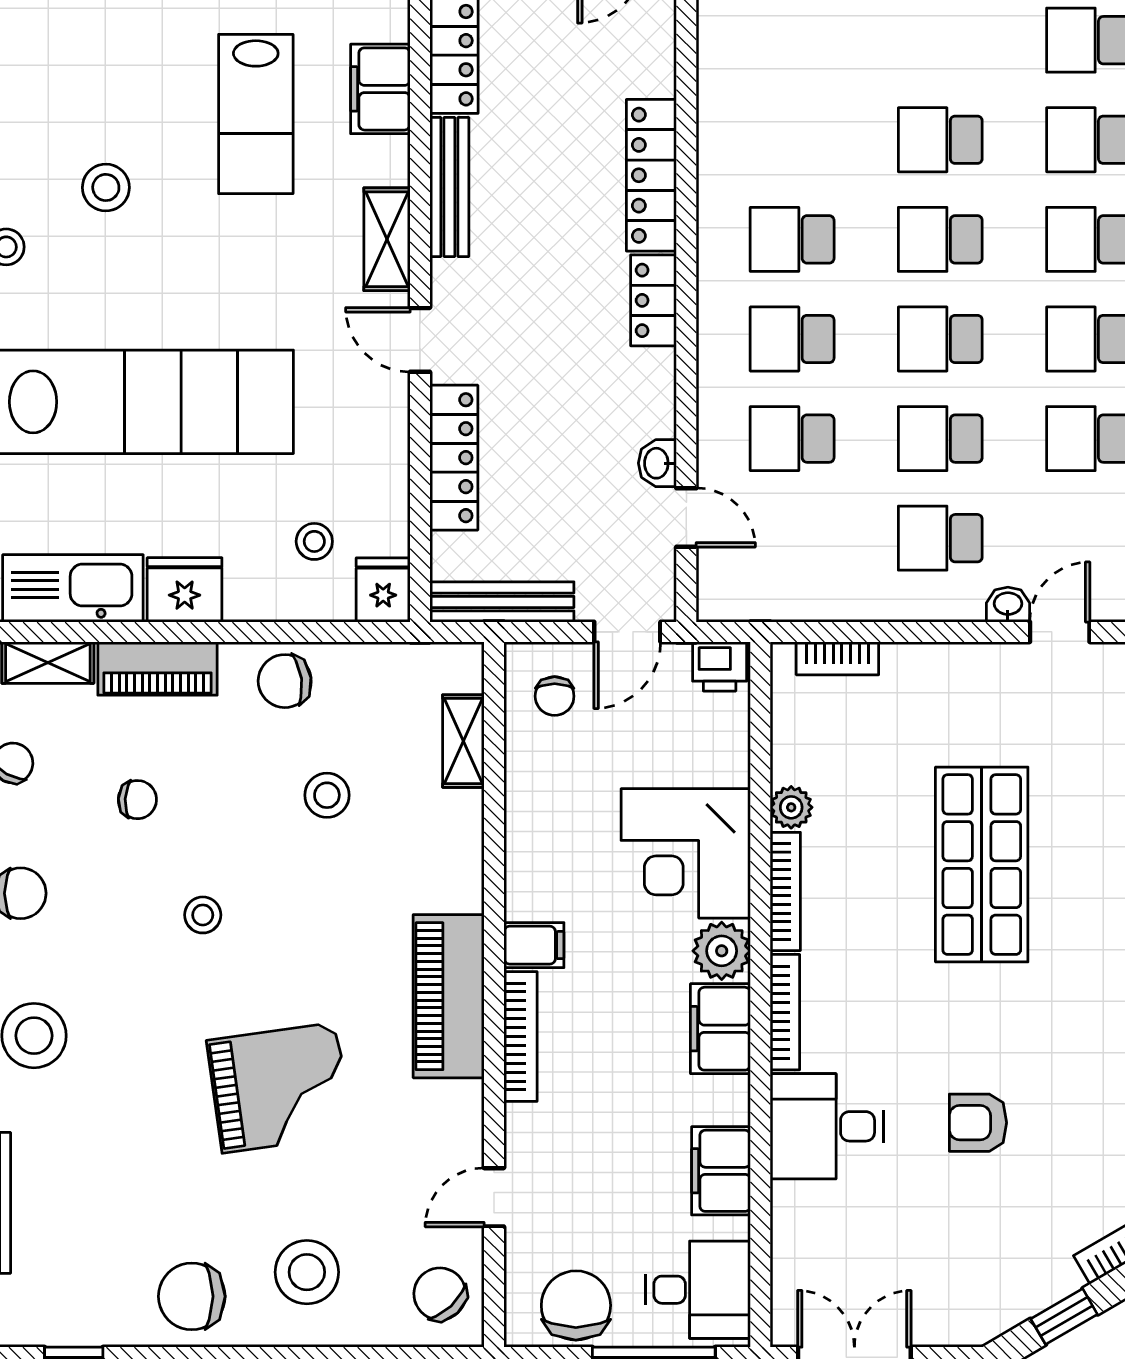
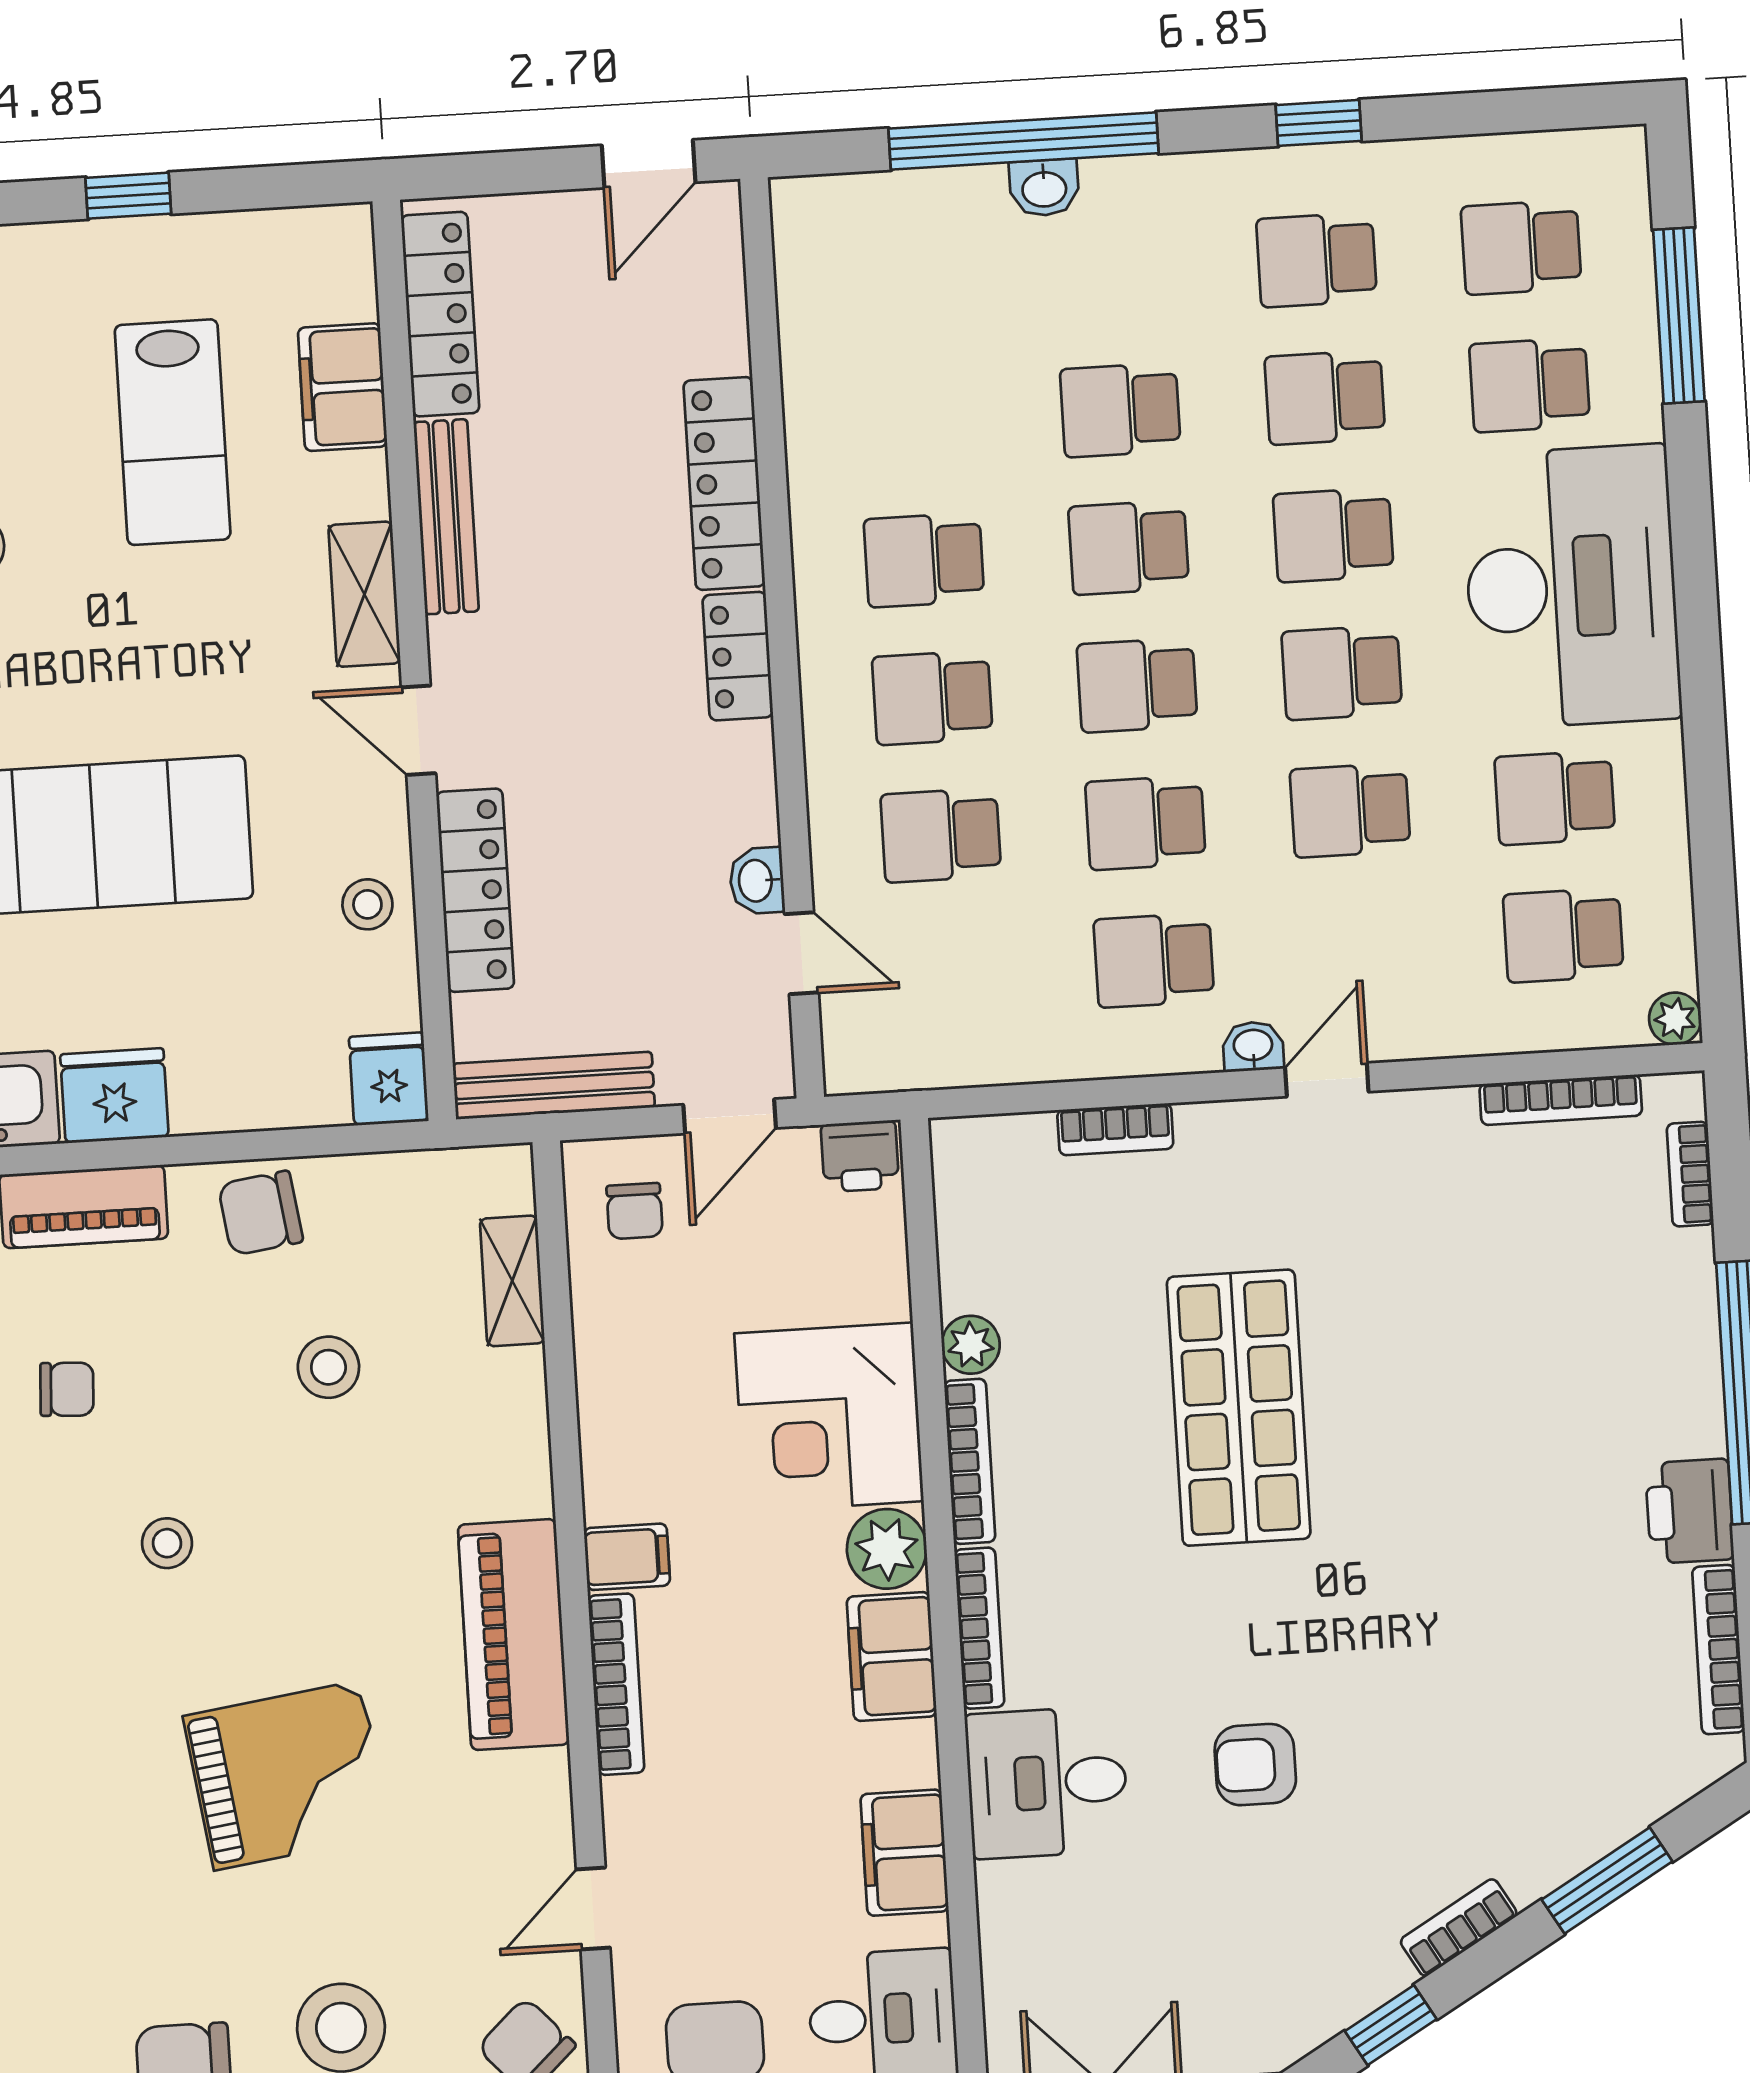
stool: (314, 541) -> (367, 904), moved
bookcase: (837, 658) -> (1115, 1129), moved

